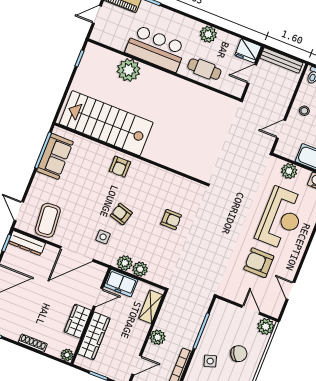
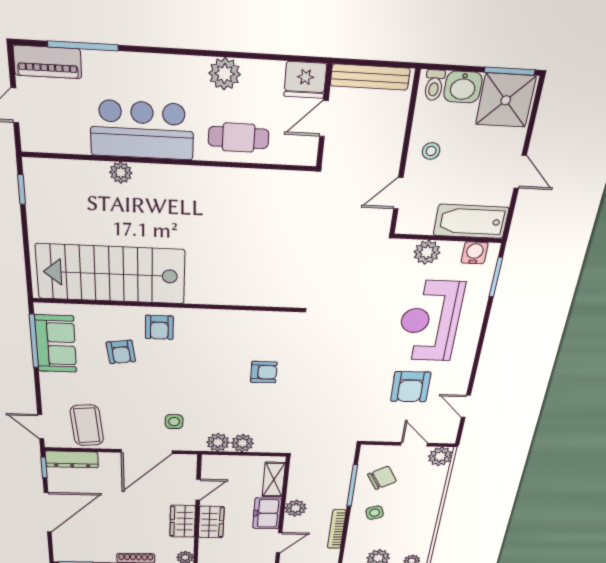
plant: (129, 70) -> (121, 173), width x0.53, depth x0.53
armchair: (121, 214) -> (121, 352), moved, turned -114
reception desk: (281, 218) -> (430, 321), turned 180
armchair: (259, 263) -> (411, 387), turned -91
freezer: (121, 283) -> (267, 513), moved, turned 90
wardrobe: (94, 336) -> (211, 522), width x0.67
chair: (239, 354) -> (382, 478), moved

